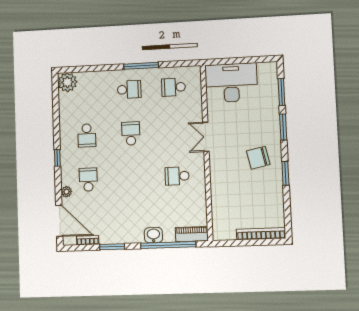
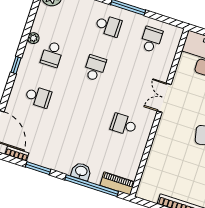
school desk: (173, 87) -> (151, 39), turned 90
school desk: (88, 180) -> (38, 97), turned 90
plant: (66, 192) -> (33, 38), moved

